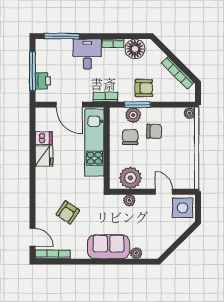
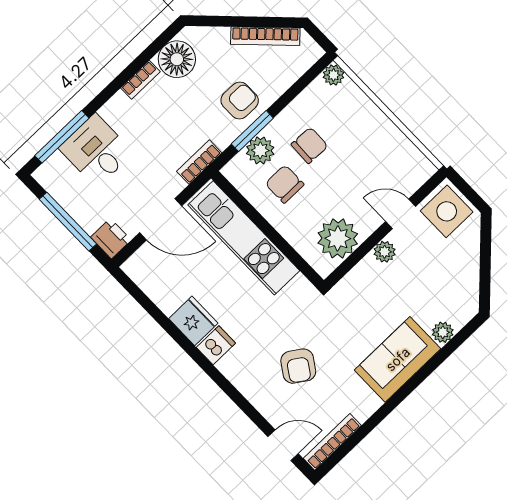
desk: (87, 54) -> (96, 150), moved
printer: (43, 81) -> (111, 239), moved
dishwasher: (44, 138) -> (216, 345), moved
plant: (129, 200) -> (385, 252), moved

